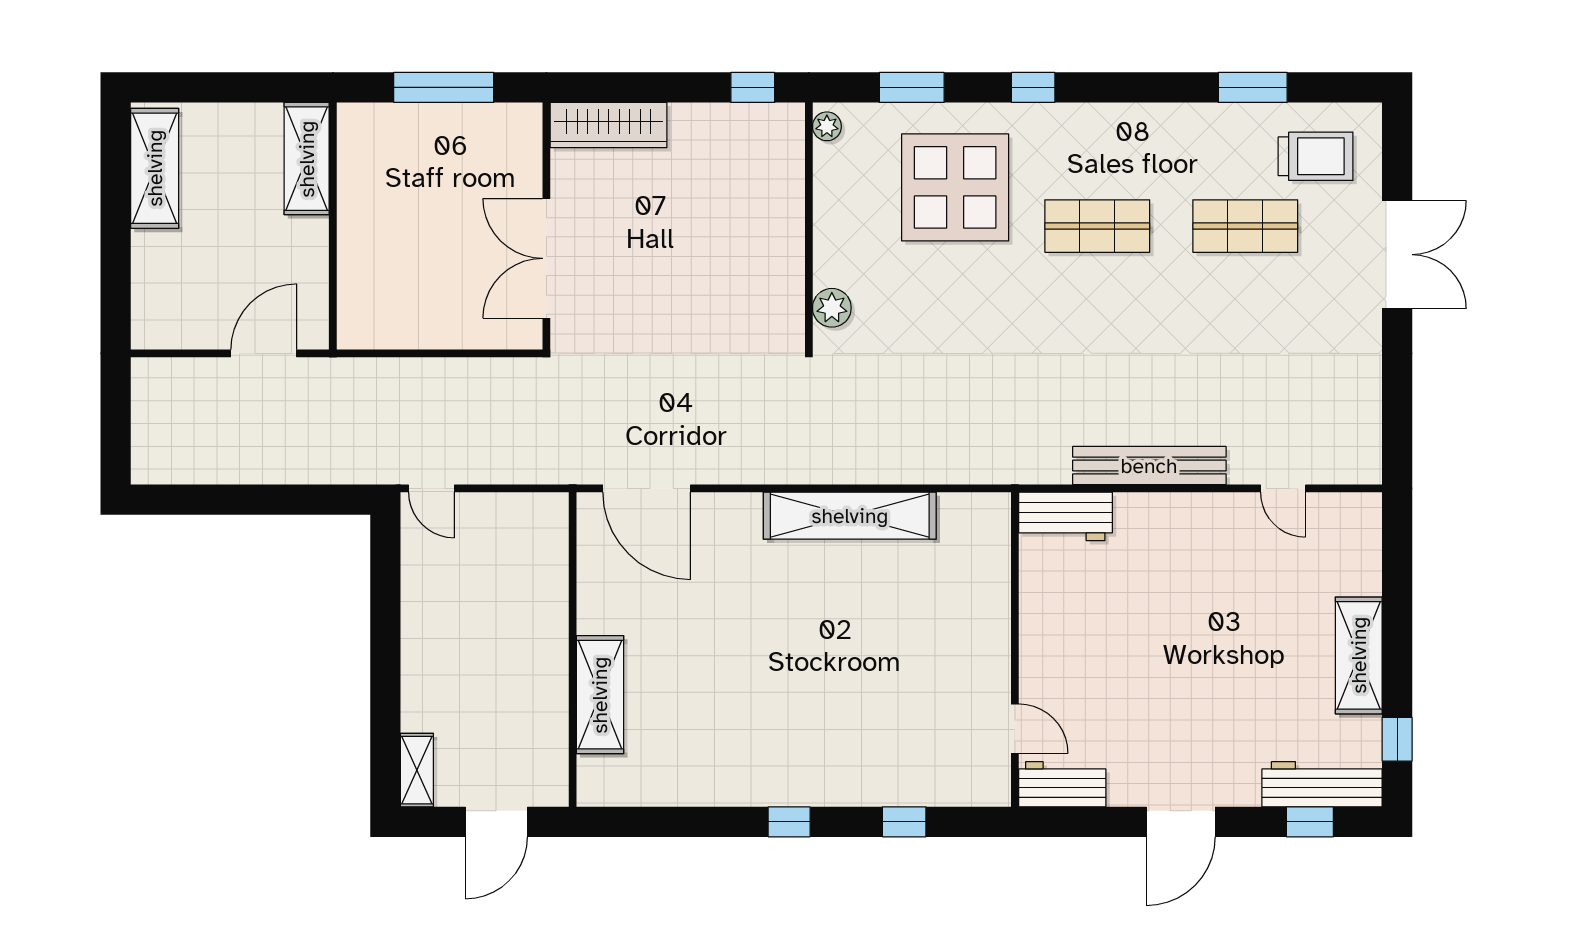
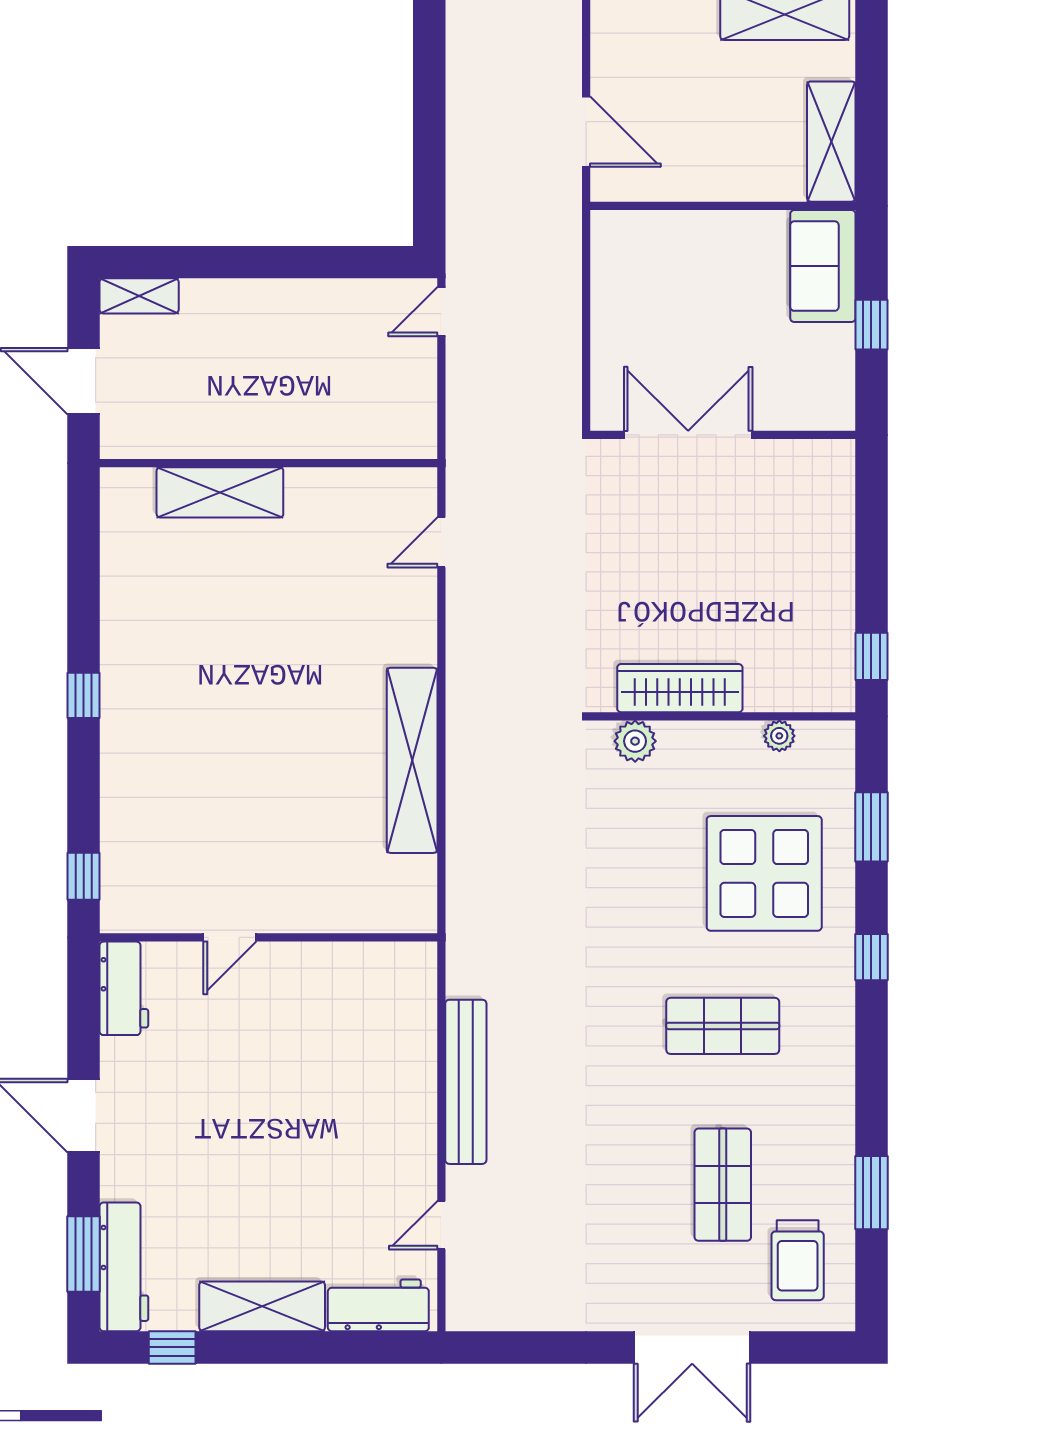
window: (444, 87) -> (871, 325), width x0.46
wardrobe: (609, 125) -> (680, 688), moved, turned 90
plant: (827, 126) -> (779, 736), moved
sofa: (389, 133) -> (823, 266), added
shelving: (307, 159) -> (831, 142), moved, turned 90
shop shelf: (1097, 226) -> (723, 1026), turned 90
door: (647, 488) -> (441, 542), width x0.53
workbench: (1066, 516) -> (378, 1305), moved, turned 90
door: (1015, 729) -> (230, 937), moved
window: (904, 822) -> (84, 876), moved
window: (1310, 822) -> (84, 1254), width x1.50

